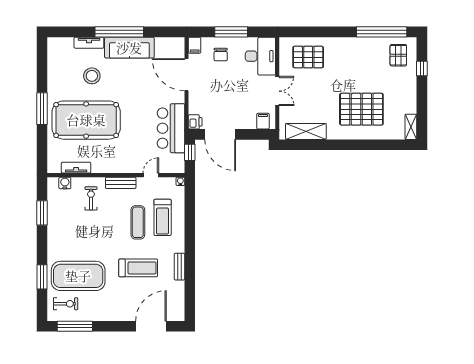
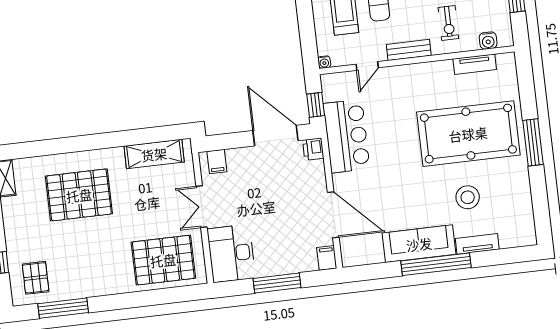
window: (382, 32) -> (63, 308), width x0.68
chair: (221, 55) -> (288, 249), removed
pallet: (308, 57) -> (163, 260), width x1.37, depth x1.41

